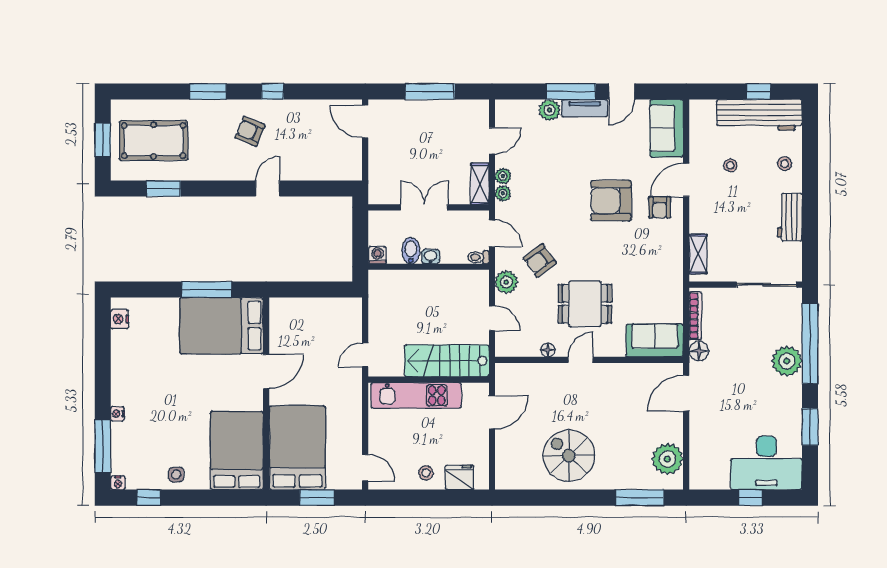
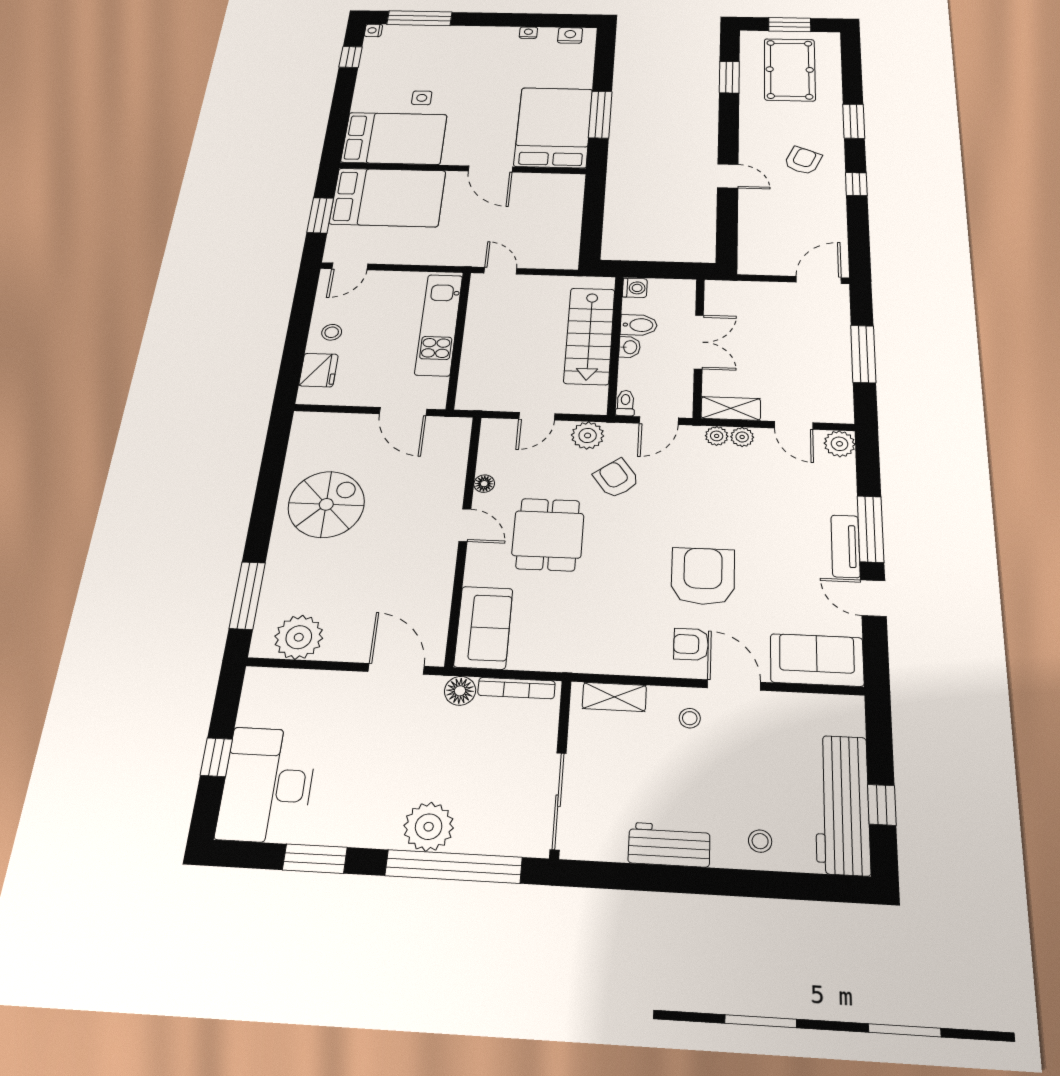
plant: (549, 110) -> (840, 444), moved
stool: (730, 165) -> (690, 718), moved
stairs: (447, 361) -> (589, 336), moved, turned 180
nightstand: (117, 414) -> (528, 33), moved
side table: (176, 475) -> (422, 98), moved

